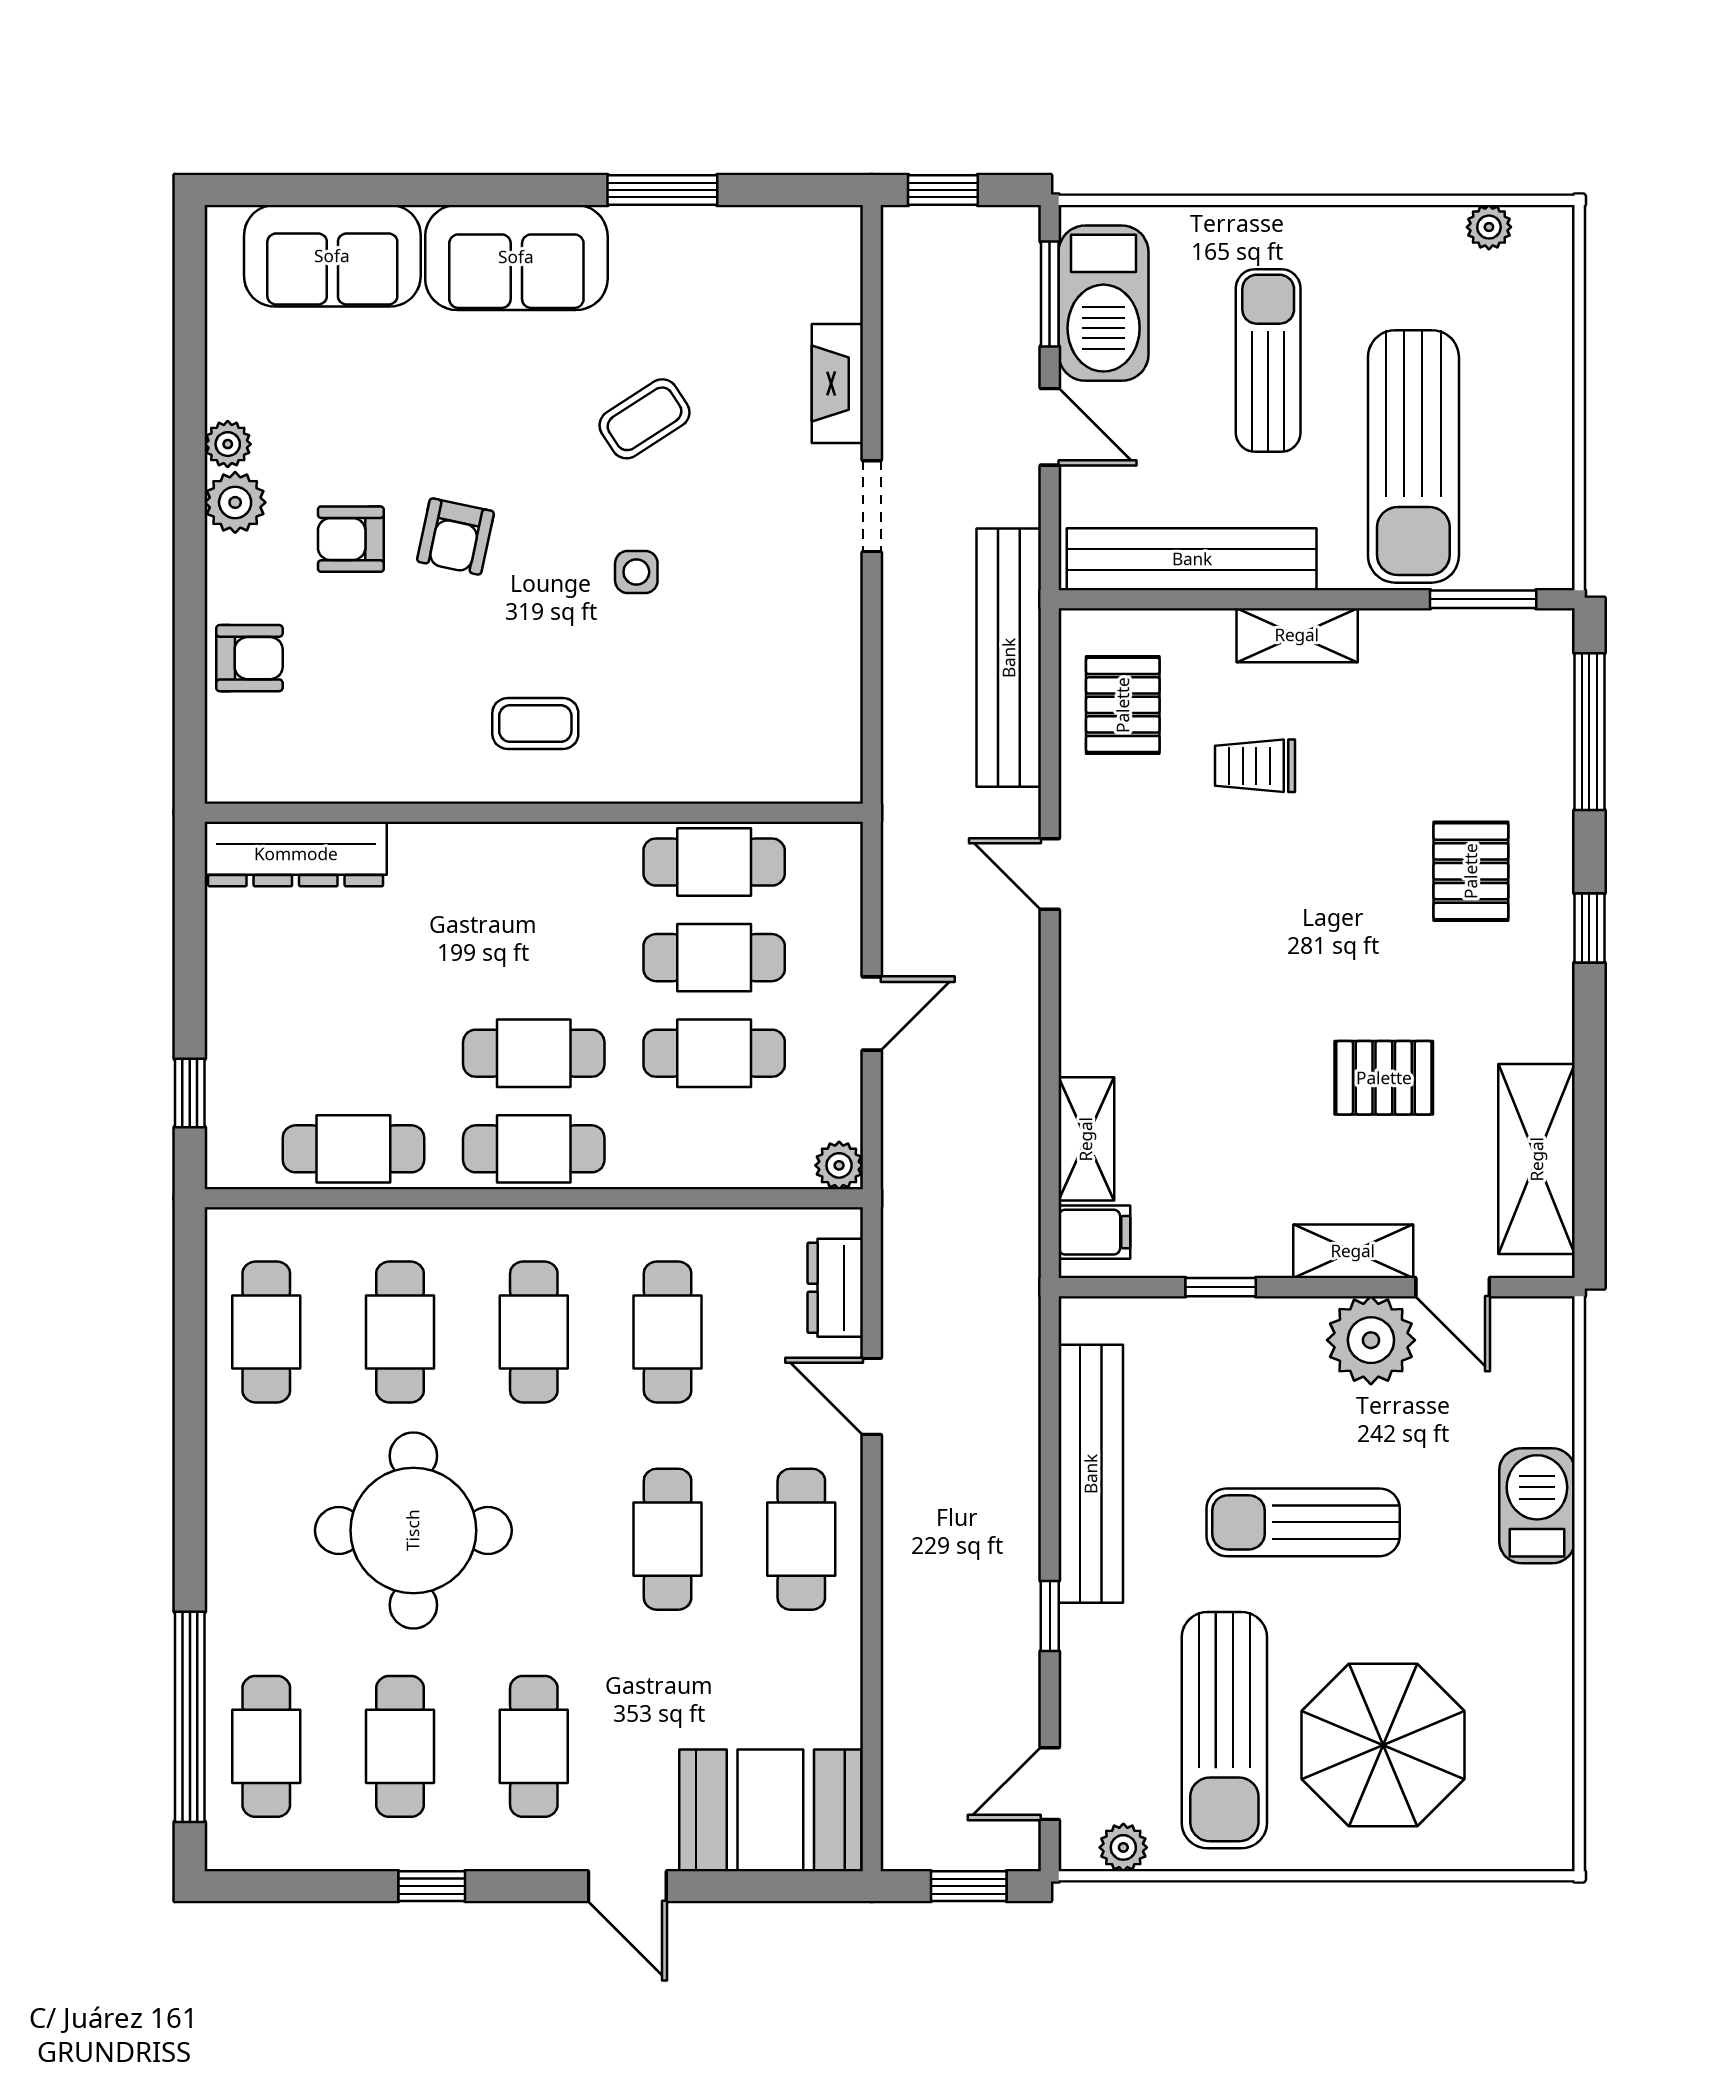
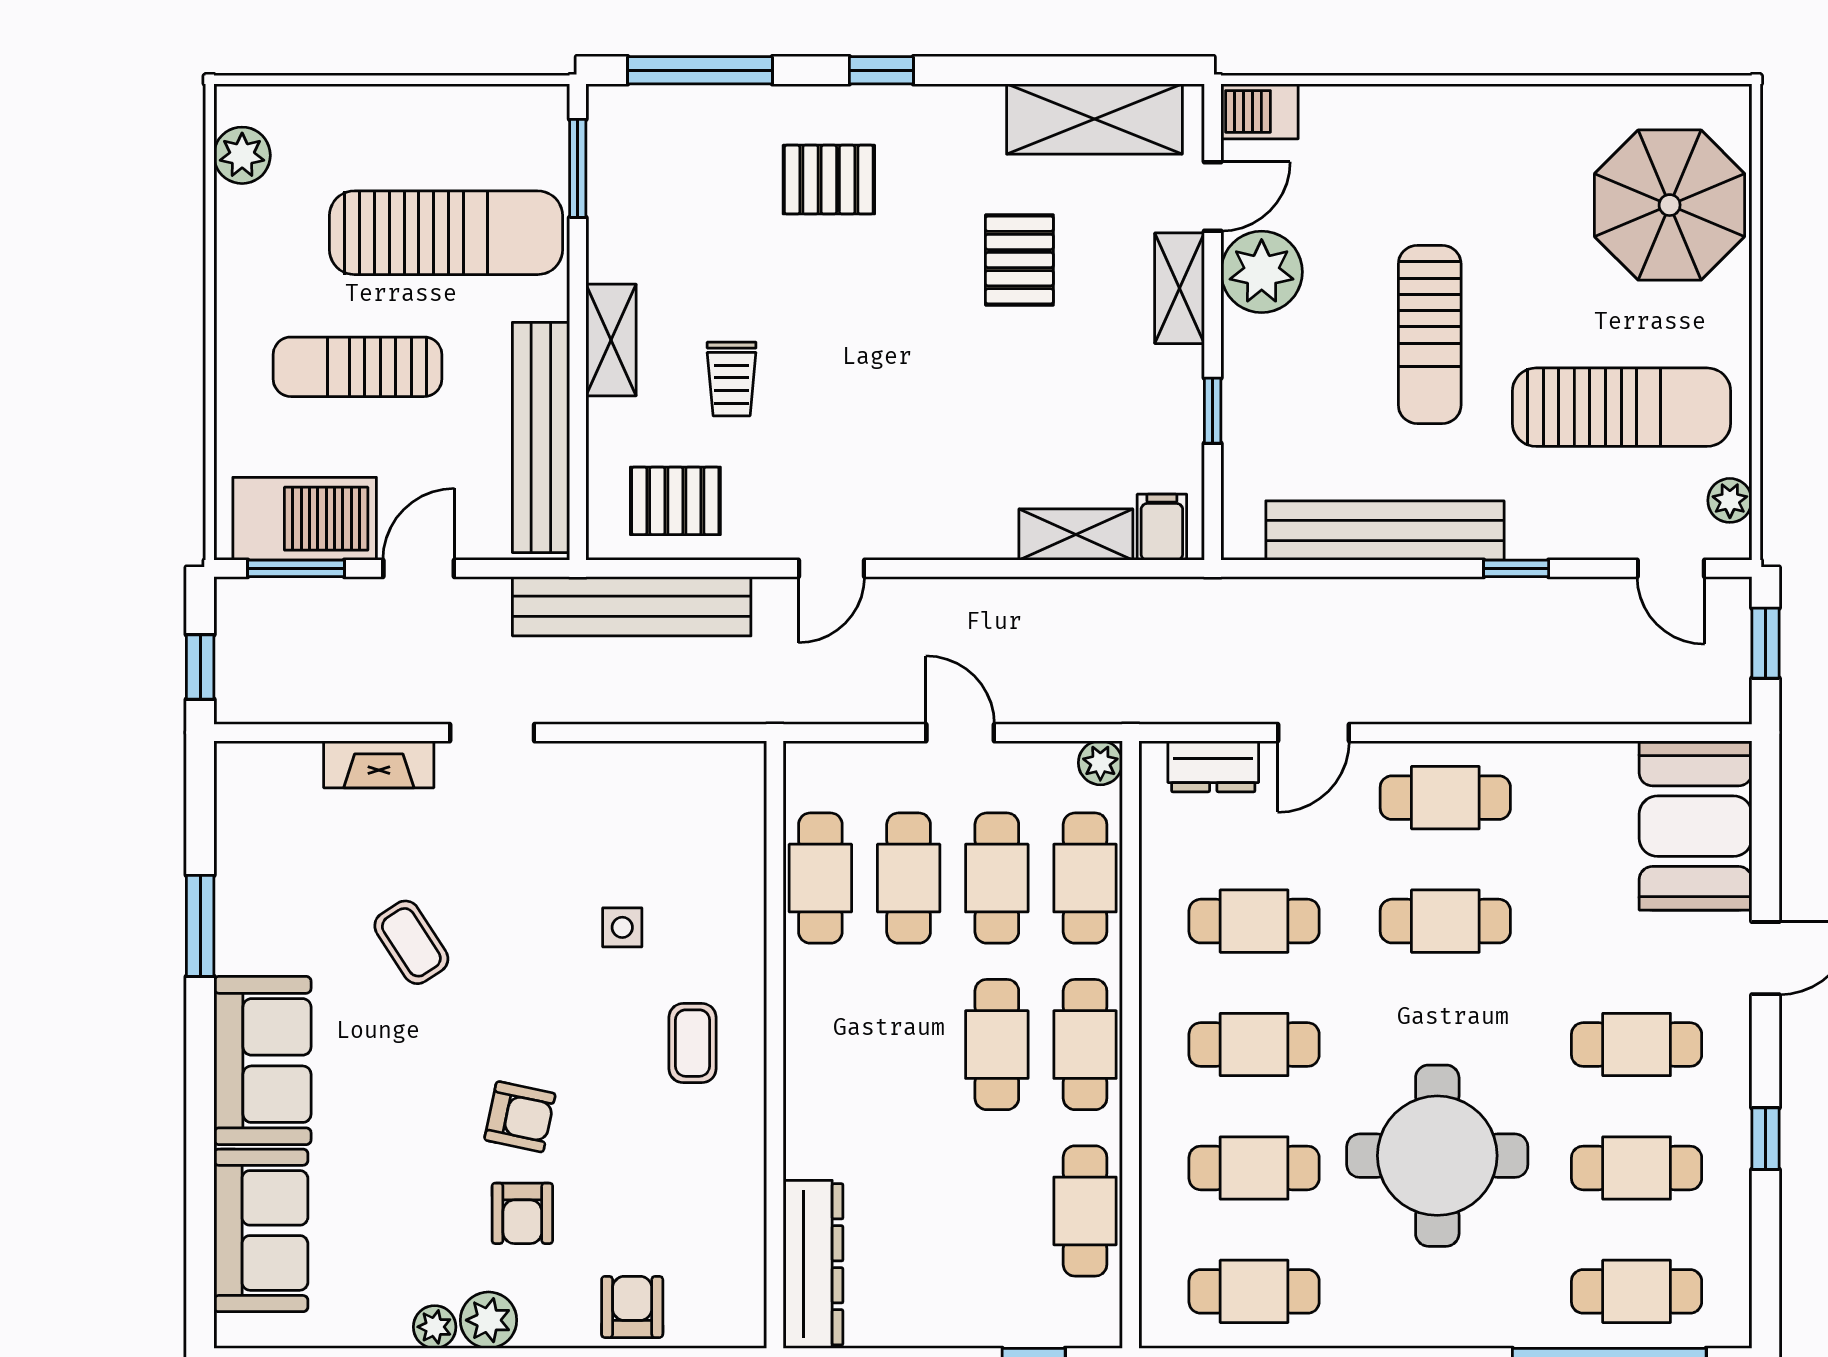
plant: (1489, 227) -> (242, 155), width x1.38, depth x1.38
side table: (636, 572) -> (622, 927), moved
cafe table: (714, 1149) -> (1085, 878), added
barbecue: (1537, 1506) -> (1260, 111), moved, width x0.73, depth x0.79
parasol: (1383, 1745) -> (1670, 205), moved

